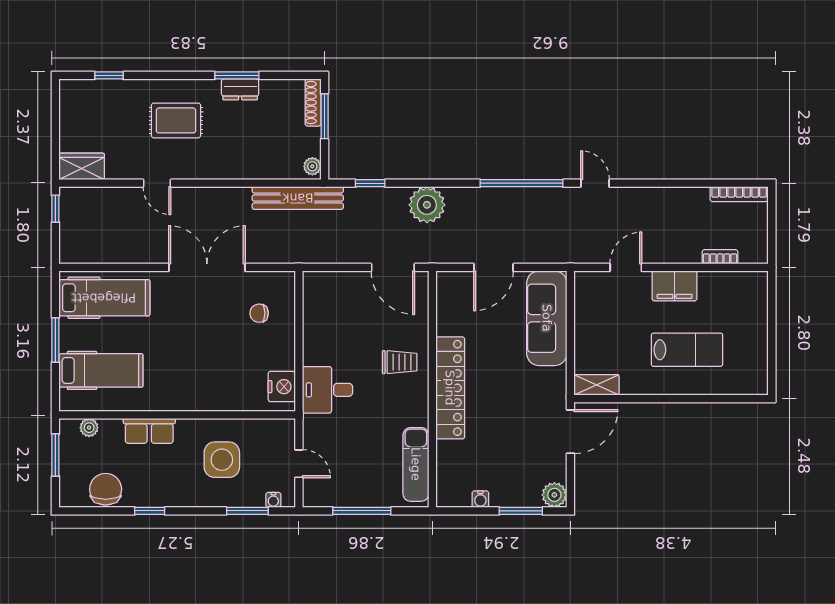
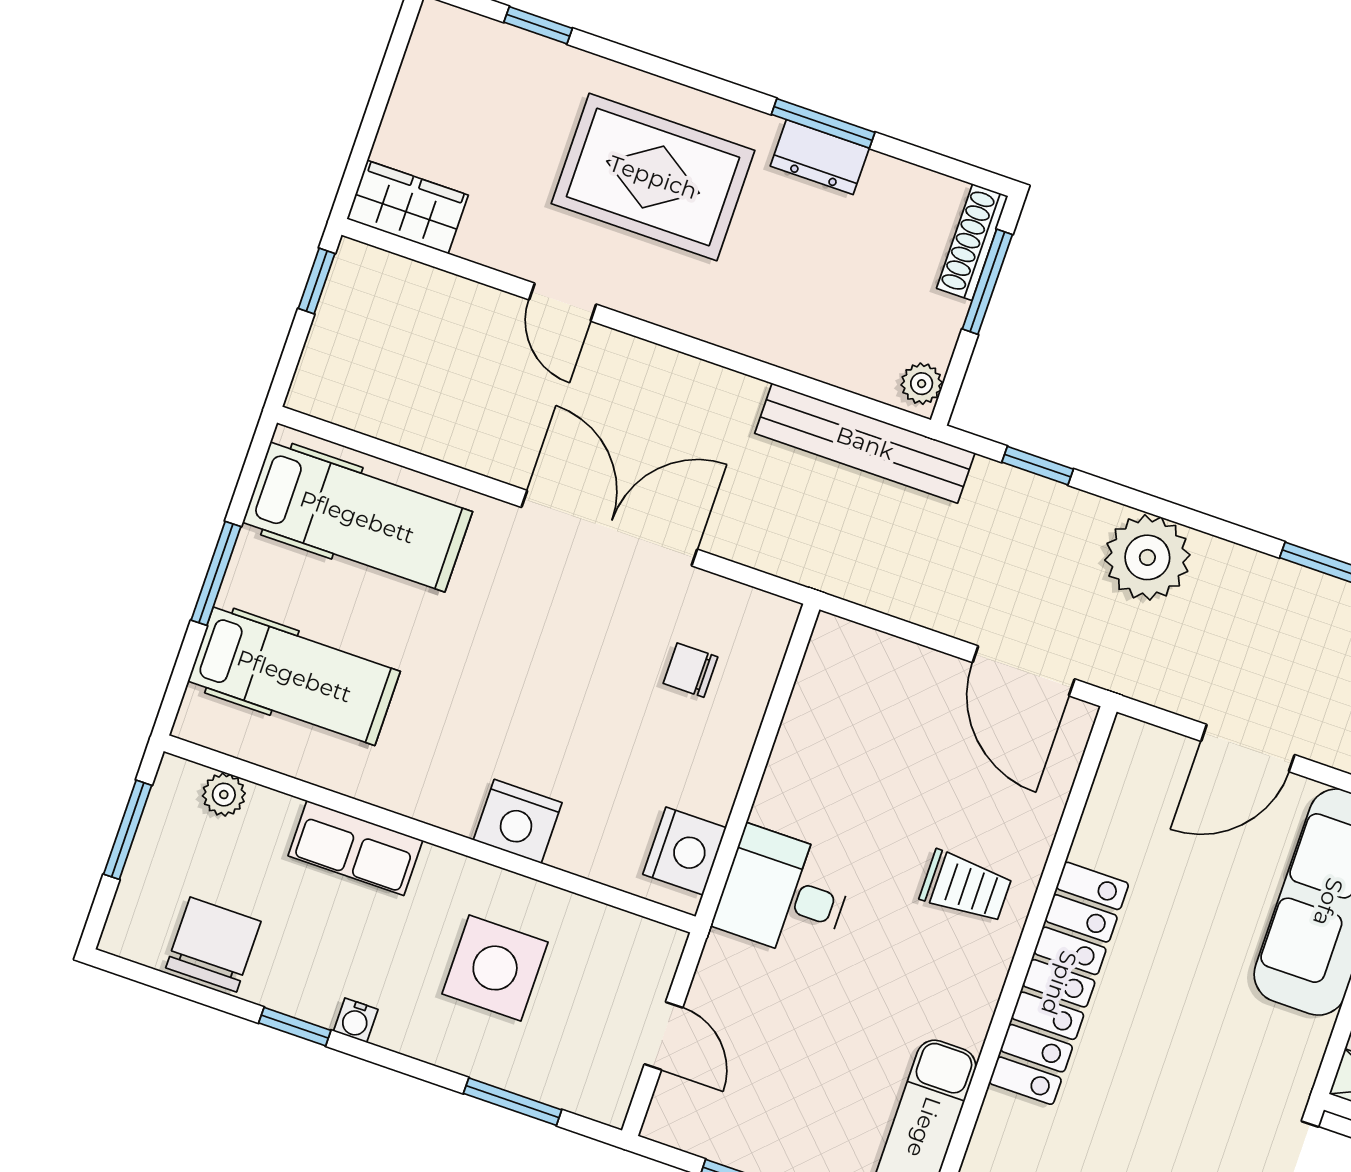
rug: (176, 120) -> (653, 177), width x1.36, depth x1.43
nightstand: (211, 398) -> (518, 821), added
water cooler: (273, 500) -> (356, 1020), moved

